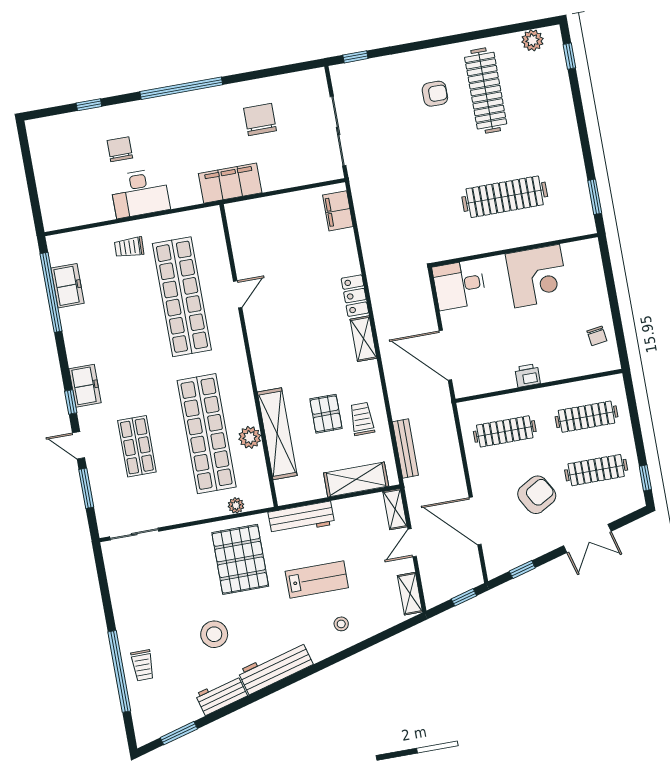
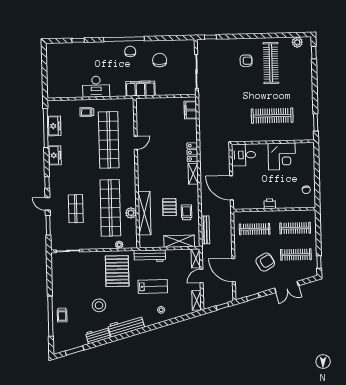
chair: (120, 149) -> (130, 51), moved
freezer: (85, 386) -> (55, 155), moved

